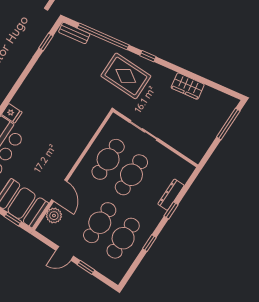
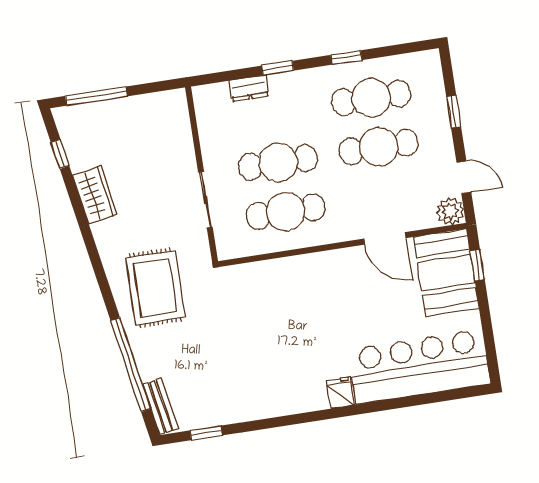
window: (148, 56) -> (60, 154), moved
door: (59, 191) -> (385, 238), swing flipped
dresser: (171, 195) -> (249, 88), width x0.70
plant: (54, 216) -> (450, 211), moved
door: (65, 253) -> (464, 177), moved

